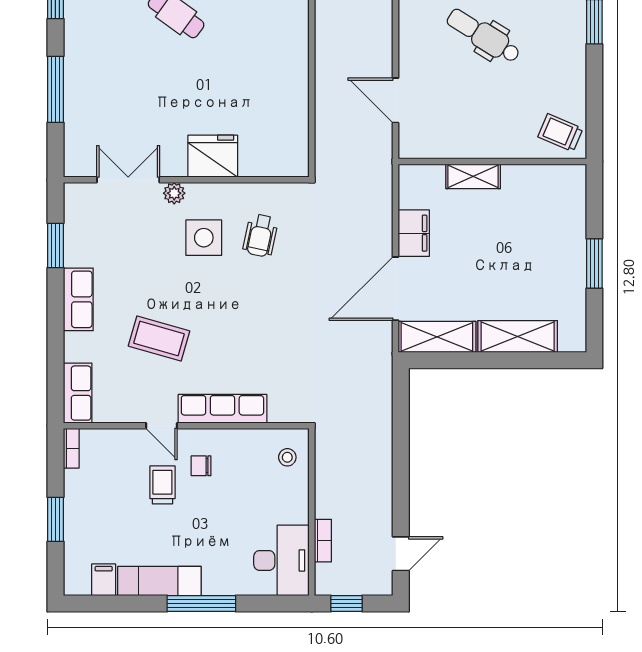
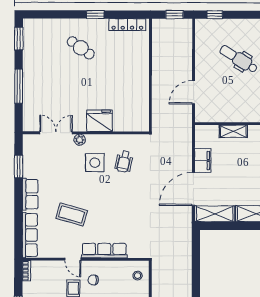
door: (396, 100) -> (193, 92), hinge flipped
row of seats: (78, 393) -> (30, 235), width x1.48

